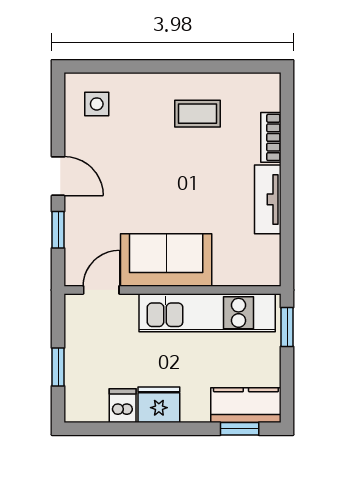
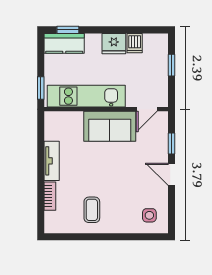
coffee table: (198, 114) -> (92, 210), turned 90

